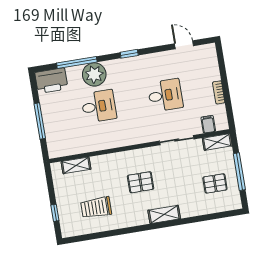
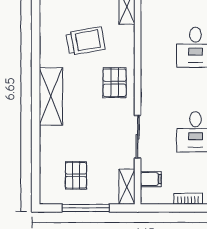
pallet: (141, 182) -> (115, 83), moved
trolley: (96, 208) -> (85, 41), moved, turned 80
shelving: (164, 214) -> (51, 96), width x1.50, depth x1.33

